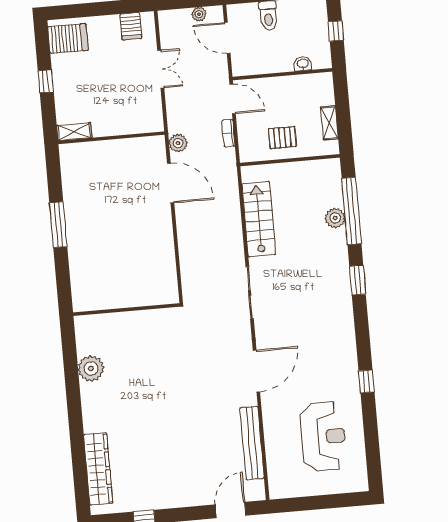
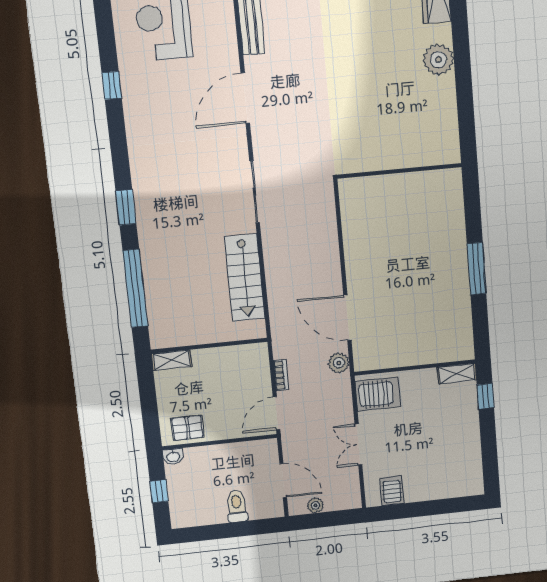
server rack: (68, 38) -> (378, 394), moved, turned 180
washbasin: (303, 64) -> (173, 457), moved
window: (46, 81) -> (485, 396), moved
door: (233, 99) -> (276, 413), hinge flipped
shelving: (329, 123) -> (172, 360), moved, turned 90
pallet: (282, 138) -> (187, 428), moved
plant: (335, 218) -> (155, 280), removed
plant: (91, 369) -> (438, 60), moved

